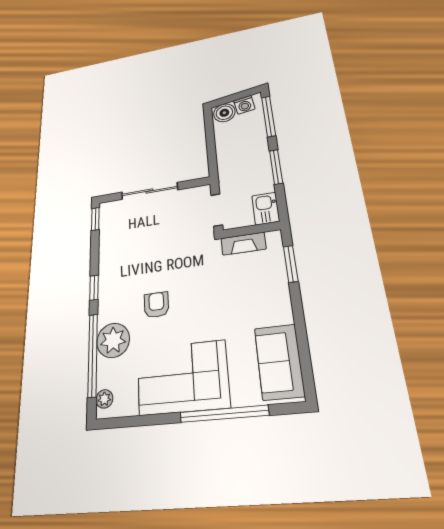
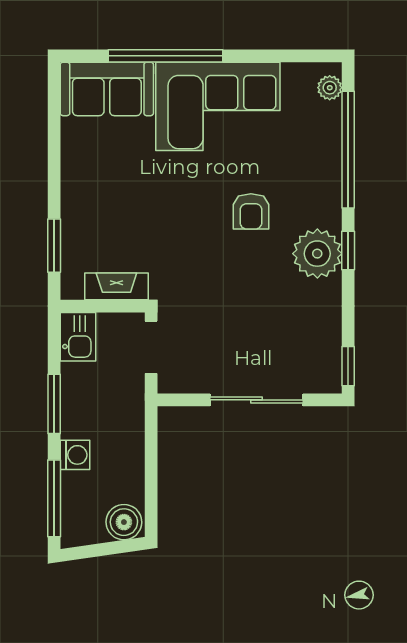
washing machine: (244, 105) -> (75, 455), moved, turned 98
plant: (113, 340) -> (317, 254), moved
sofa: (279, 362) -> (107, 89), moved, turned 90

